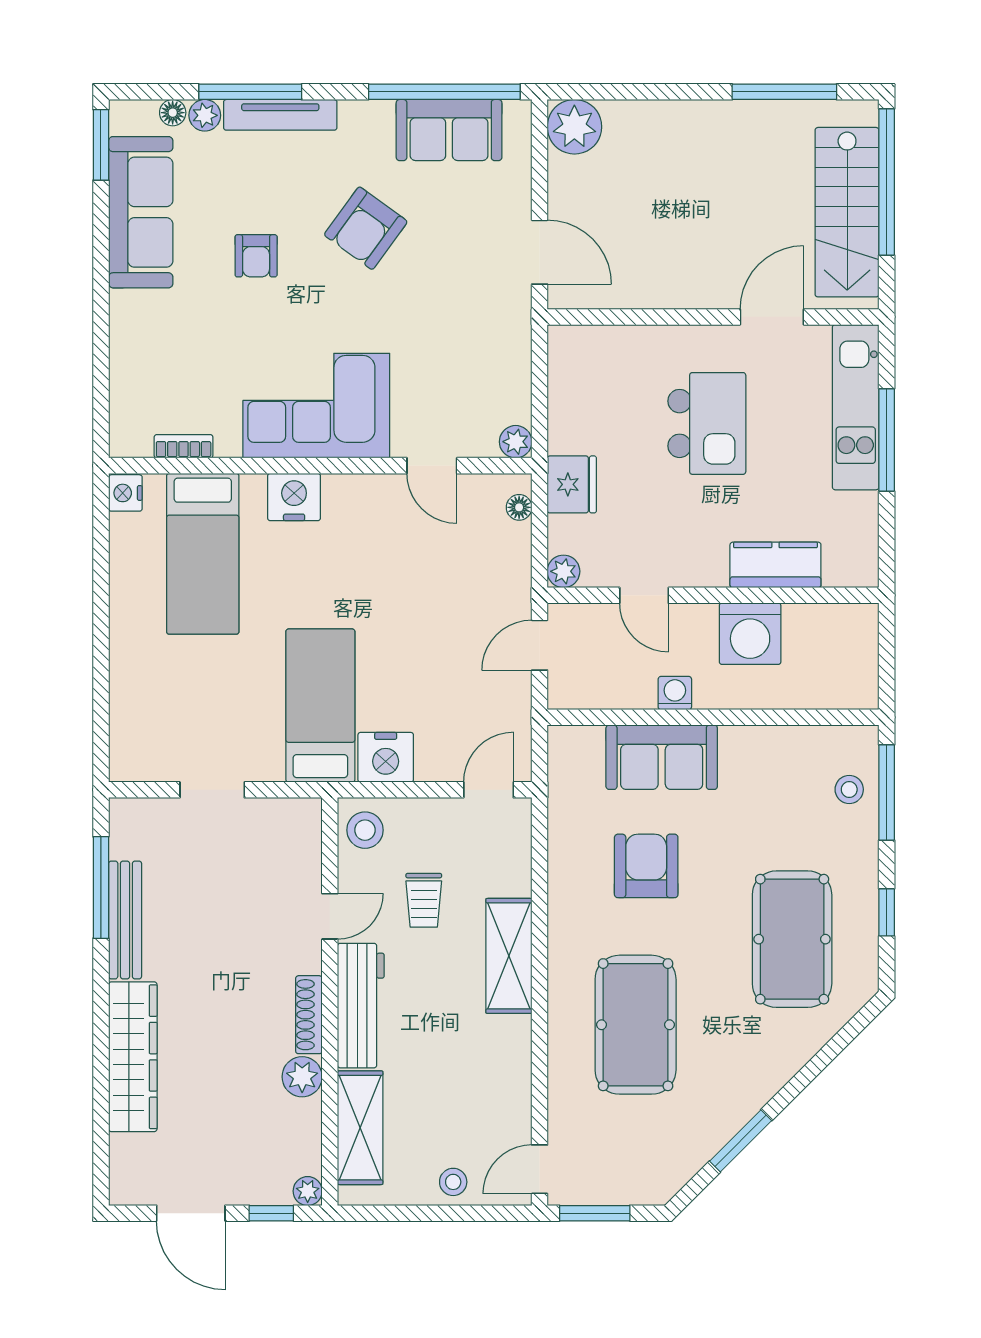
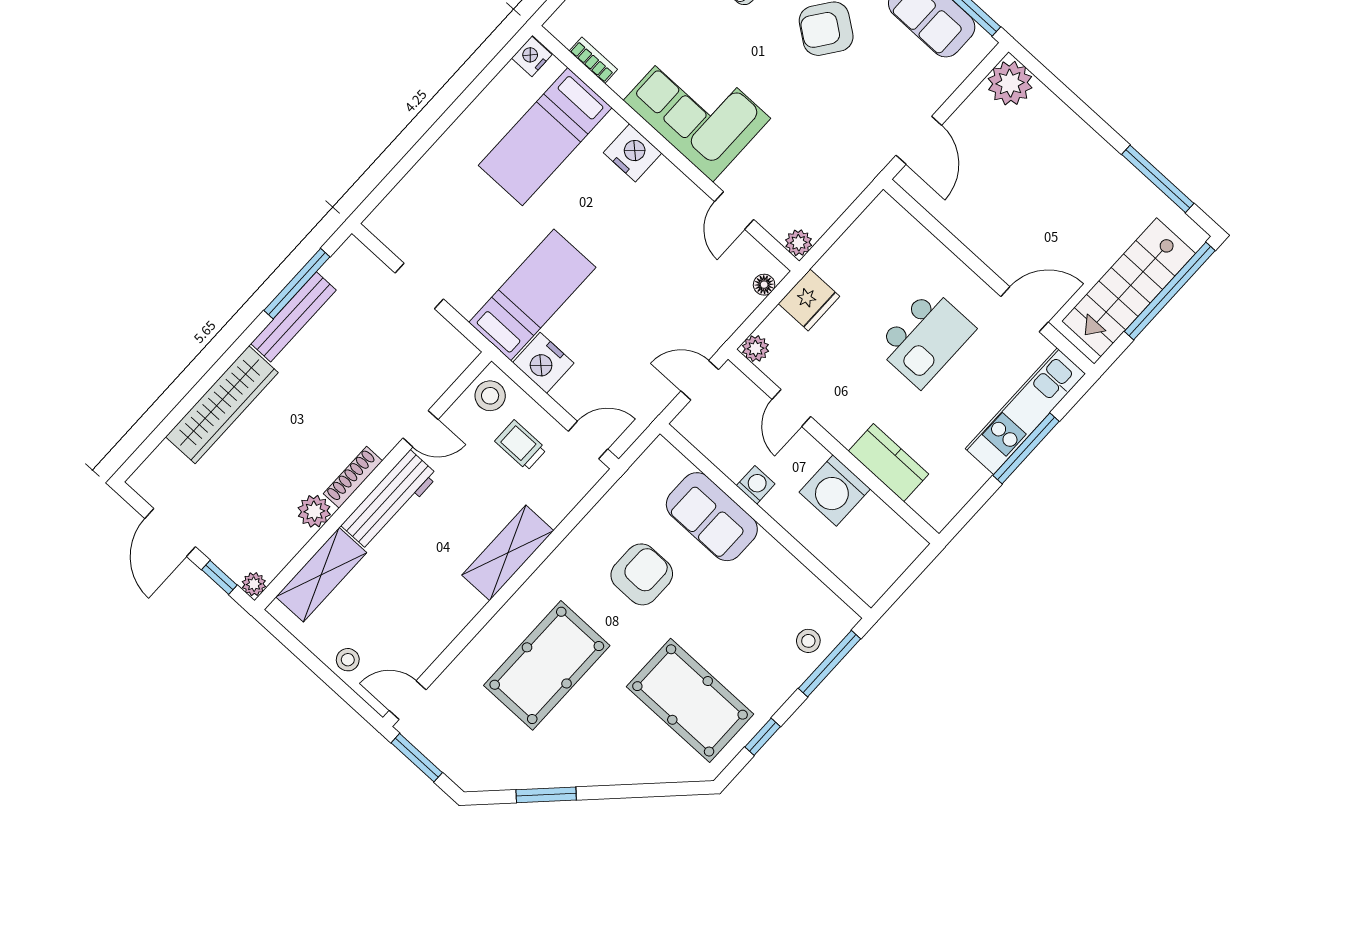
trolley: (424, 900) -> (521, 445), moved, turned 90
pool table: (792, 939) -> (690, 700), turned 90

